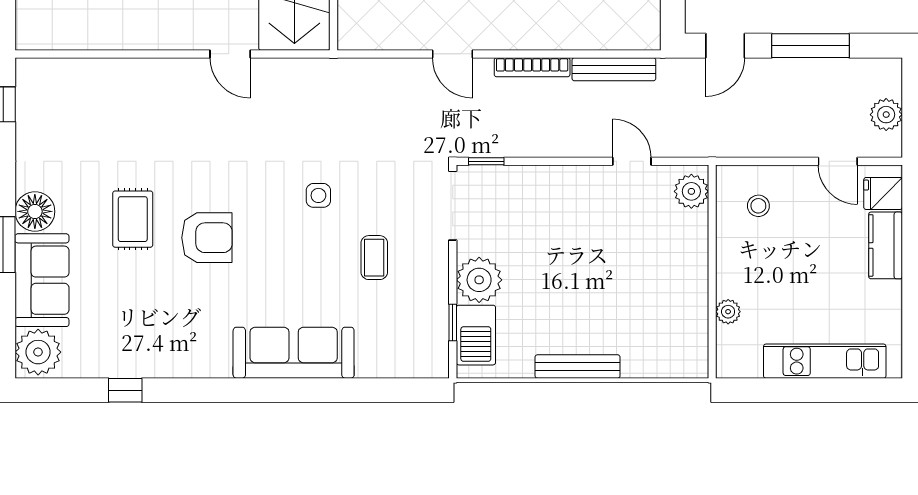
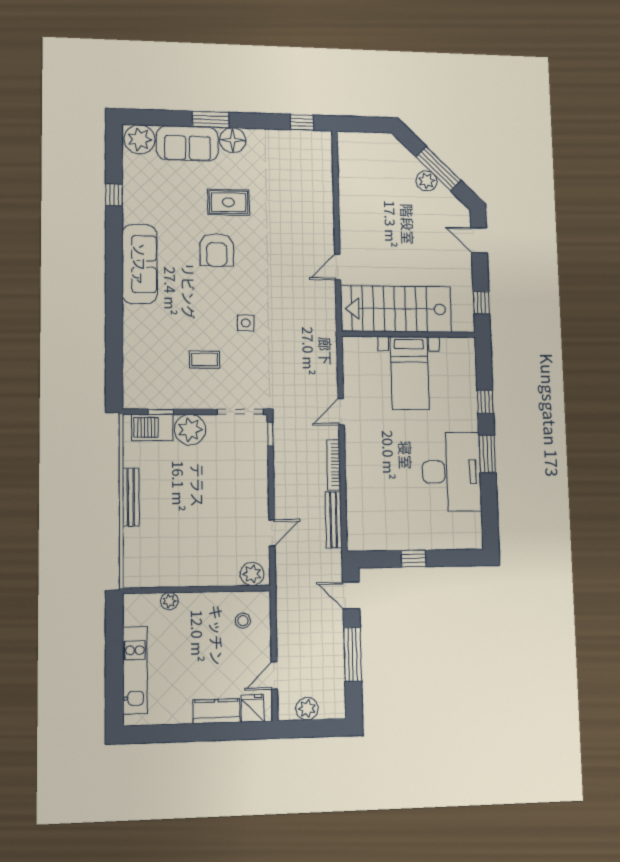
sofa: (294, 353) -> (140, 264), moved

